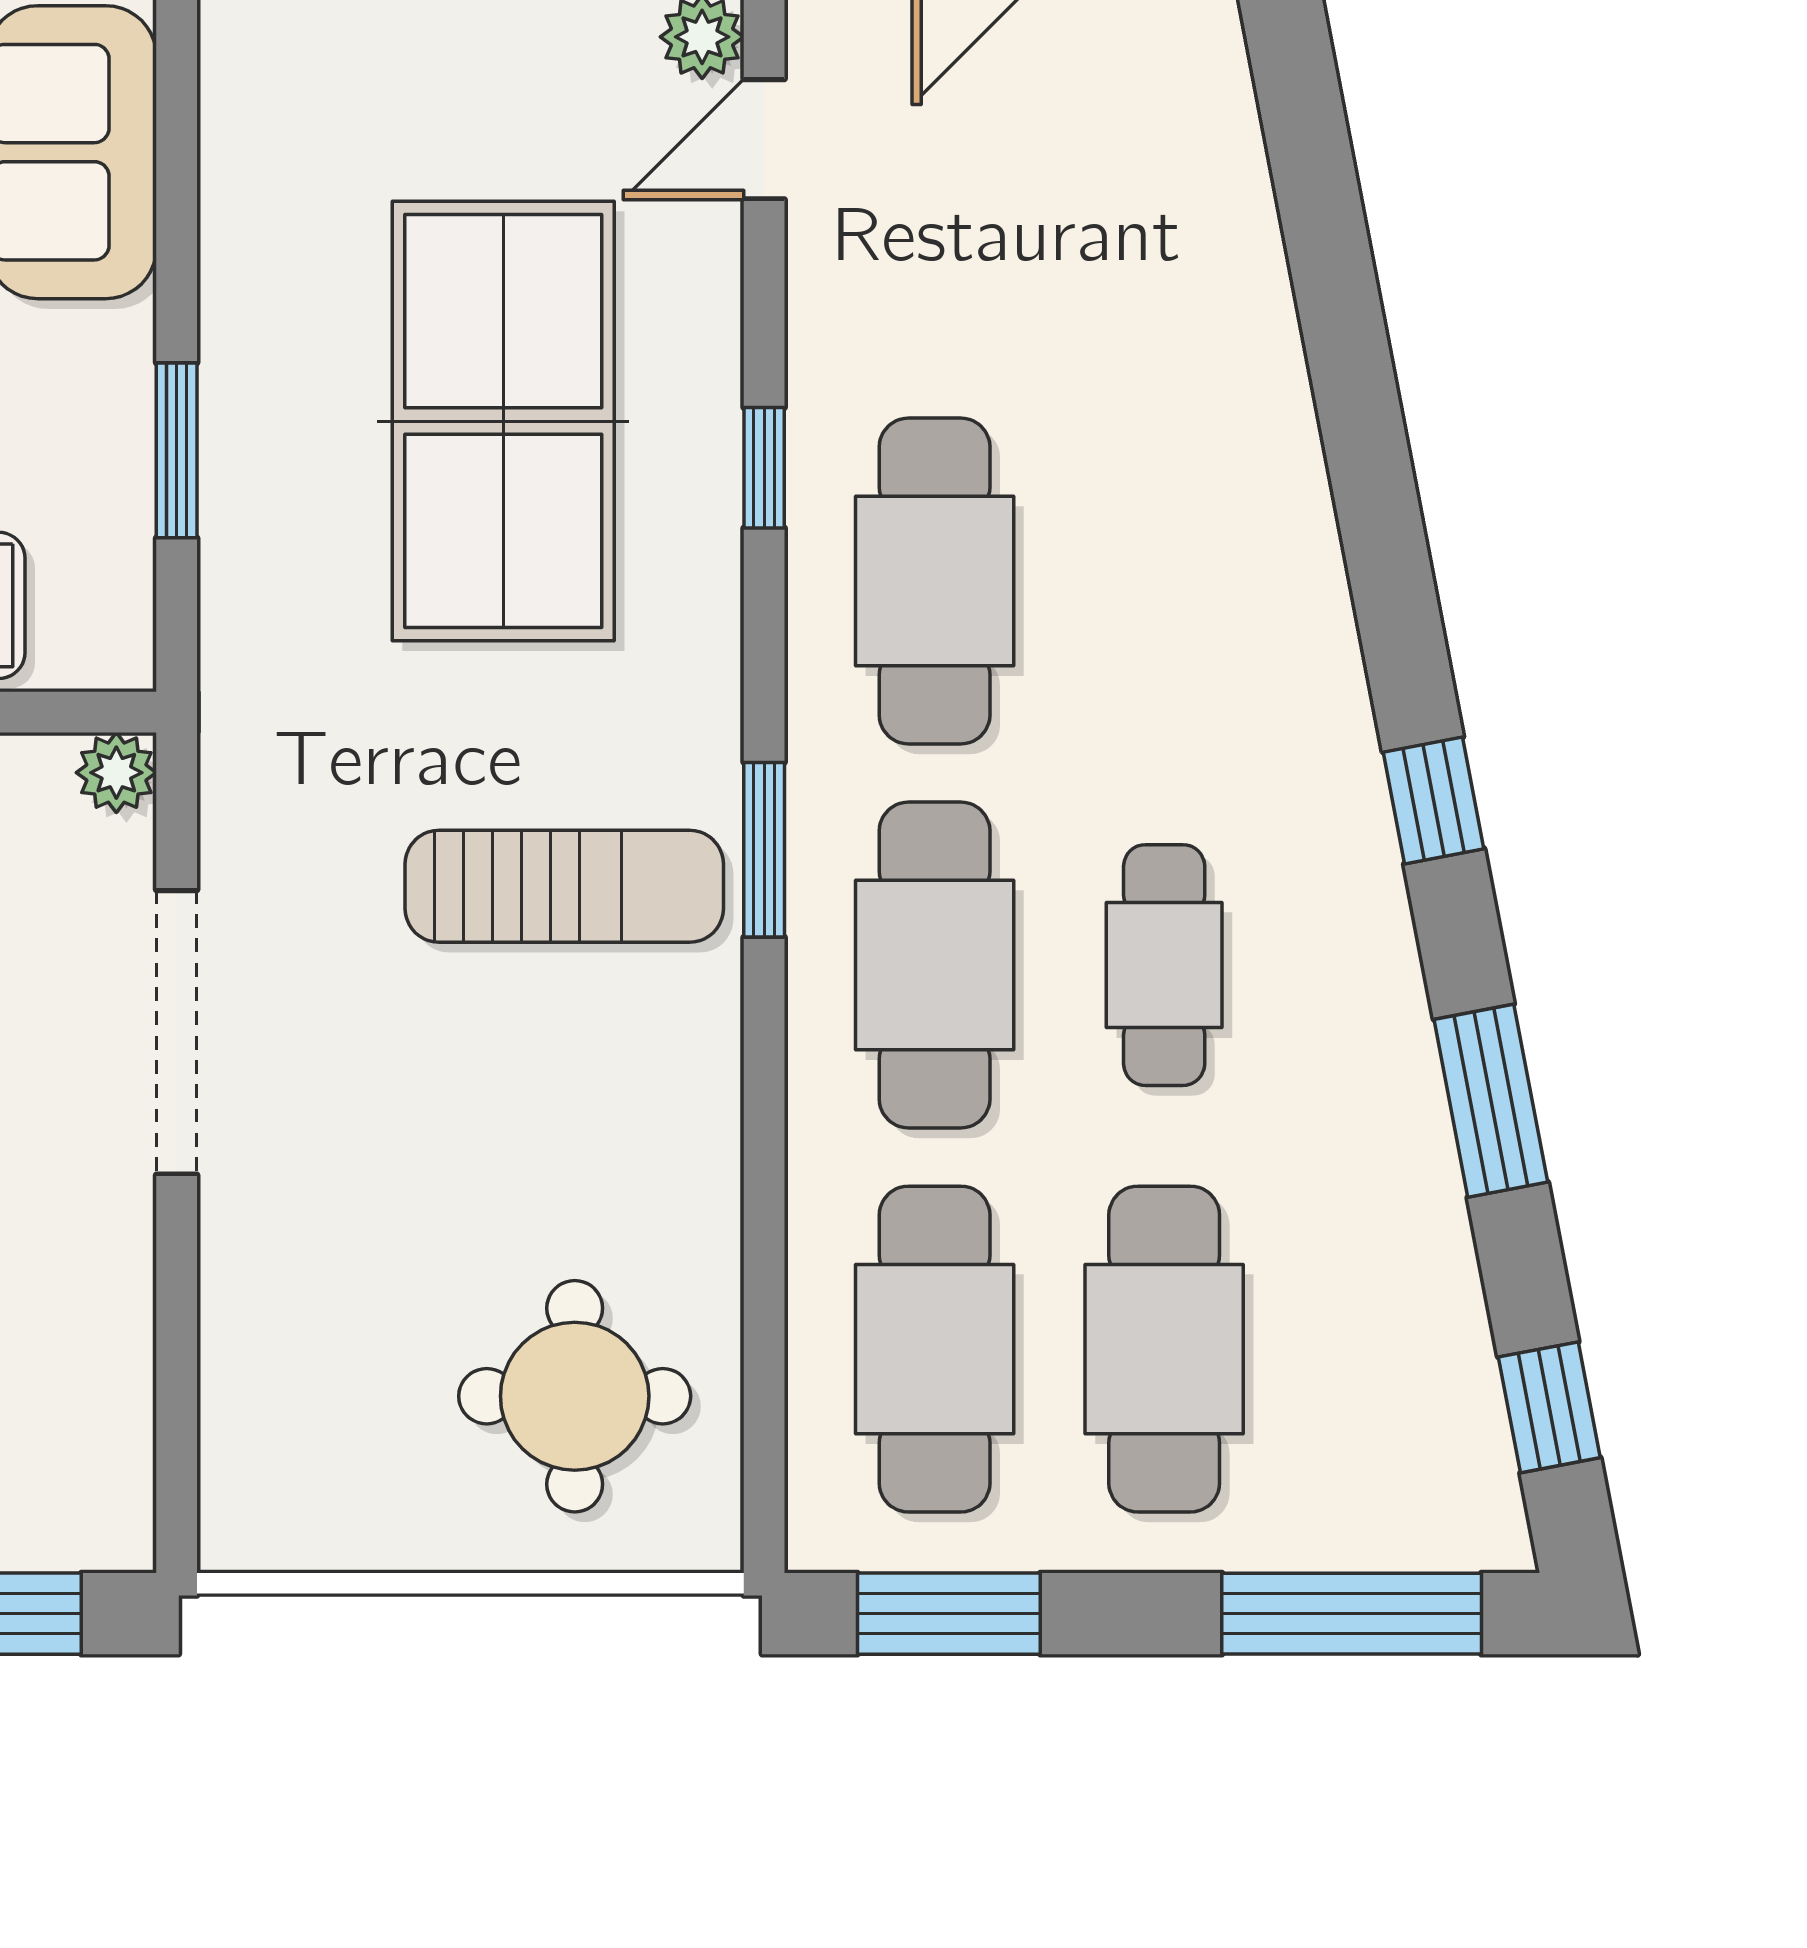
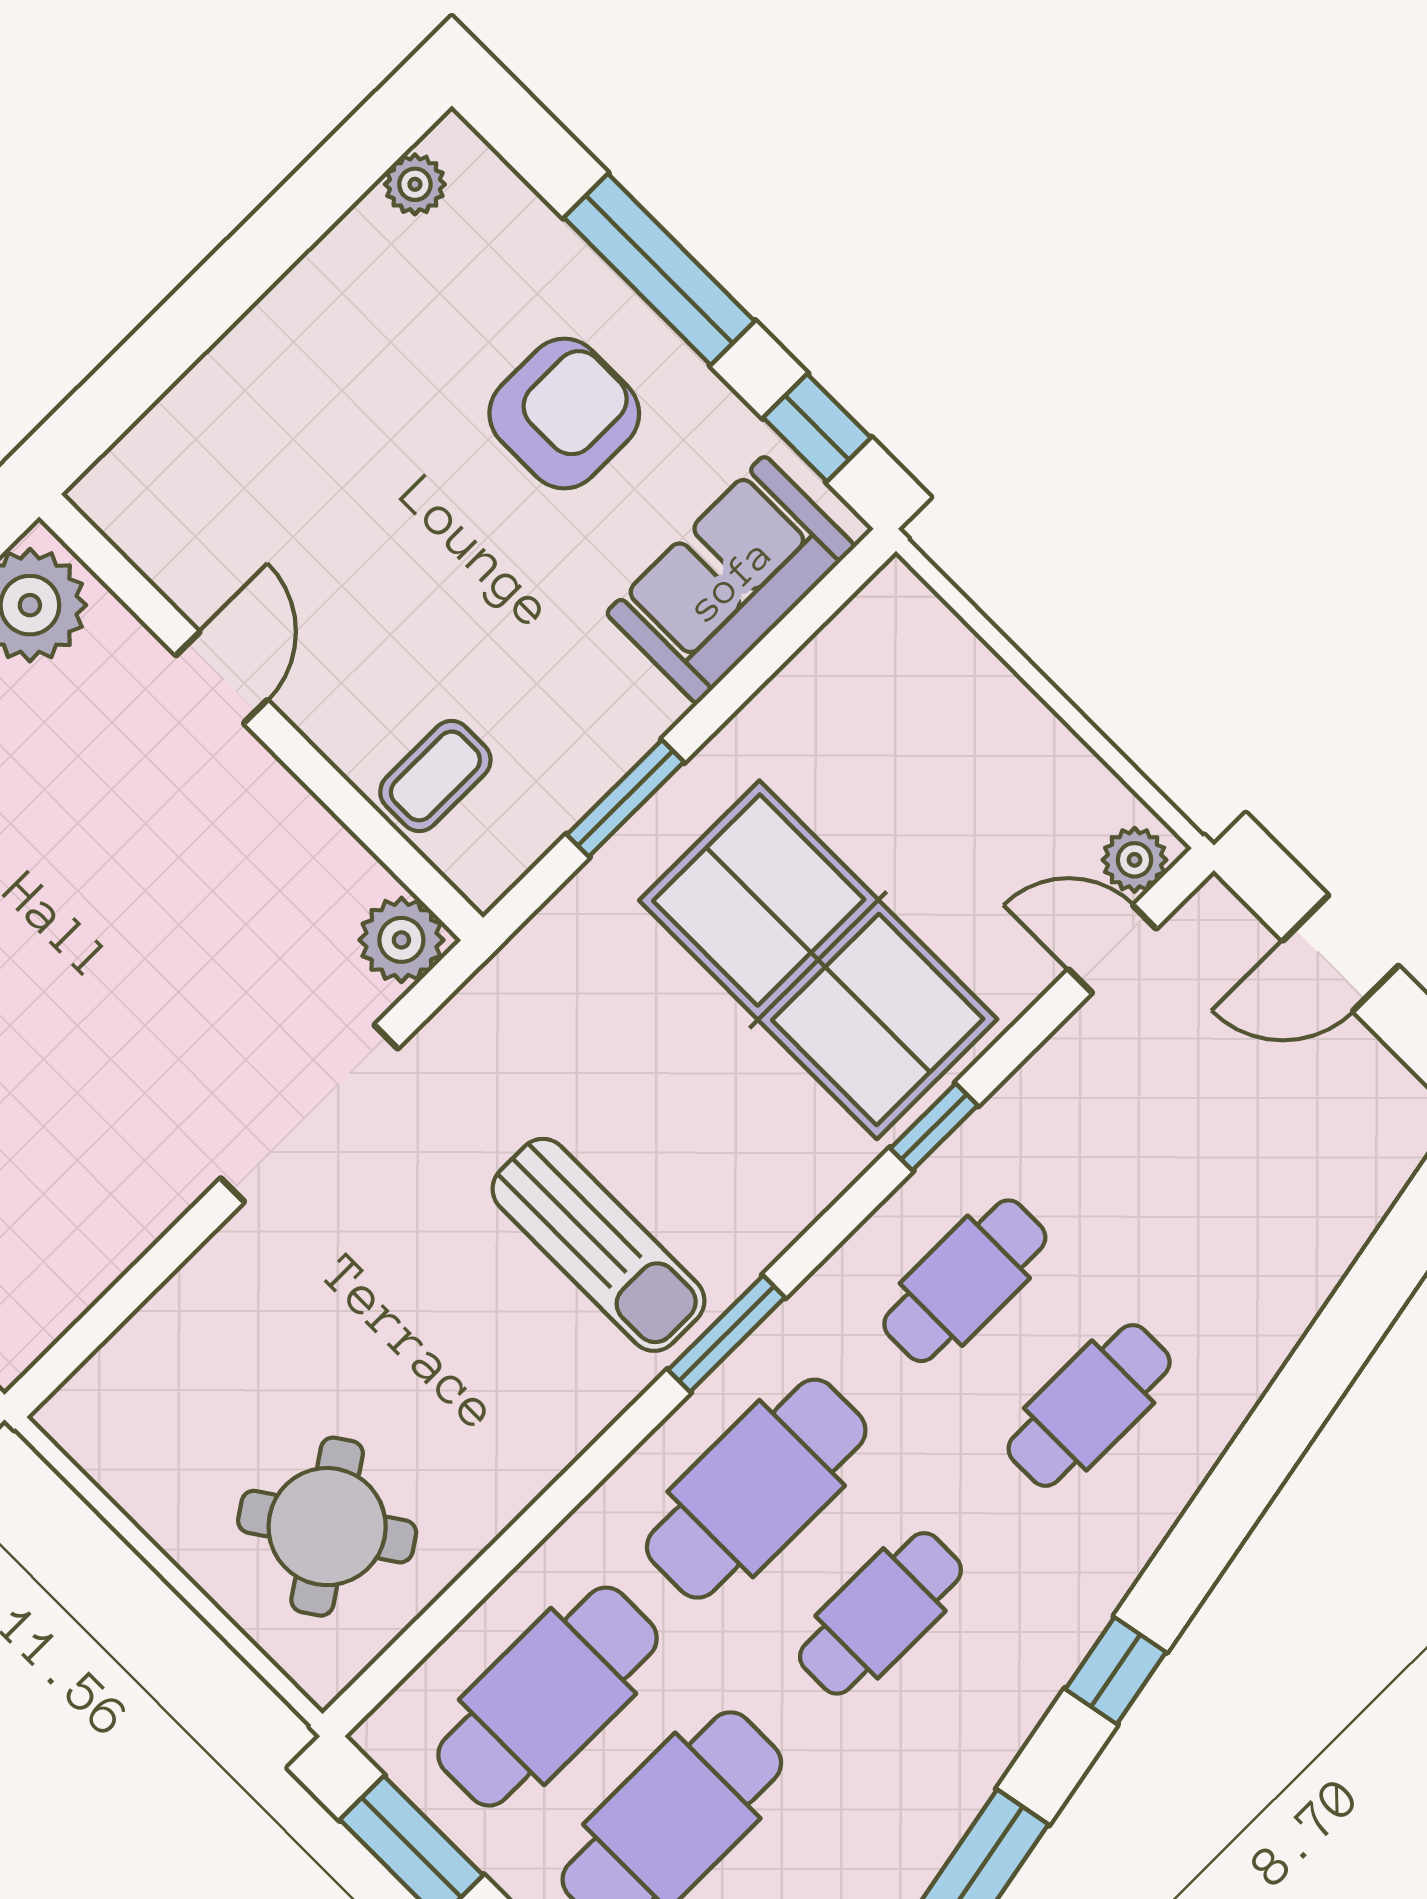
table tennis table: (503, 421) -> (818, 960), turned 90
cafe table: (935, 581) -> (965, 1281), width x0.73, depth x0.74
cafe table: (1164, 581) -> (1089, 1405), added
plant: (116, 773) -> (401, 940), width x1.38, depth x1.38
round table: (575, 1396) -> (327, 1527), turned -34

